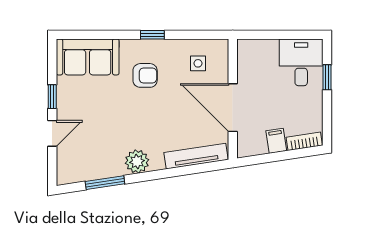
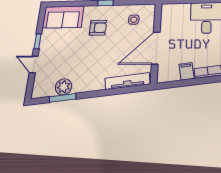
door: (233, 108) -> (156, 48), hinge flipped
door: (52, 133) -> (34, 64), swing flipped
plant: (137, 162) -> (64, 87), moved

